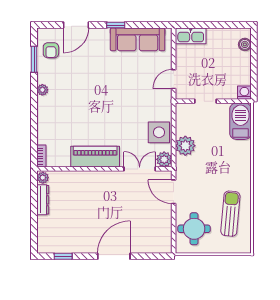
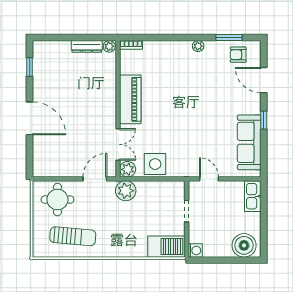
boiler: (245, 44) -> (244, 245), width x1.86, depth x1.86
plant: (185, 146) -> (126, 191), moved

